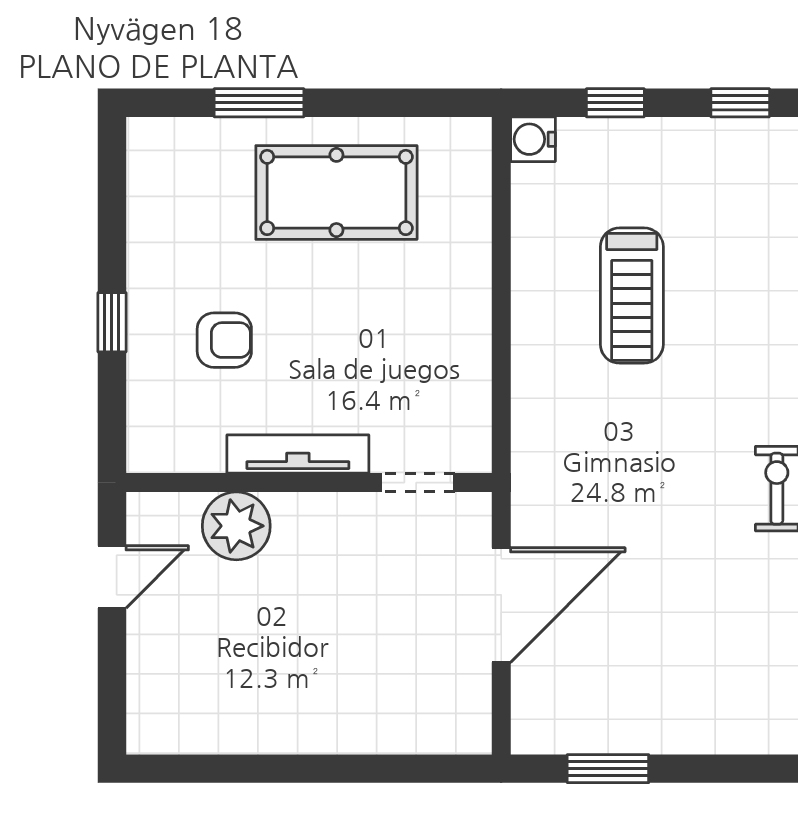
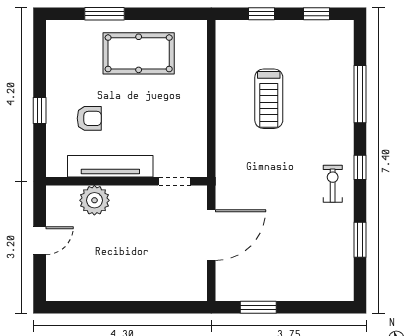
water cooler: (533, 139) -> (225, 30), removed
tv unit: (298, 454) -> (110, 166), width x1.36, depth x1.29
door: (112, 577) -> (40, 241), moved

